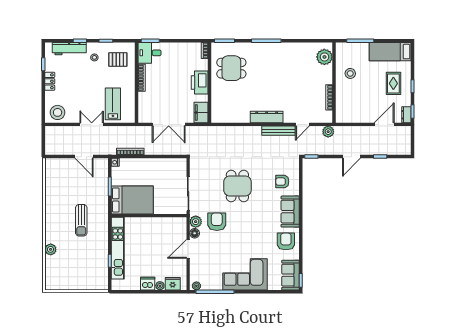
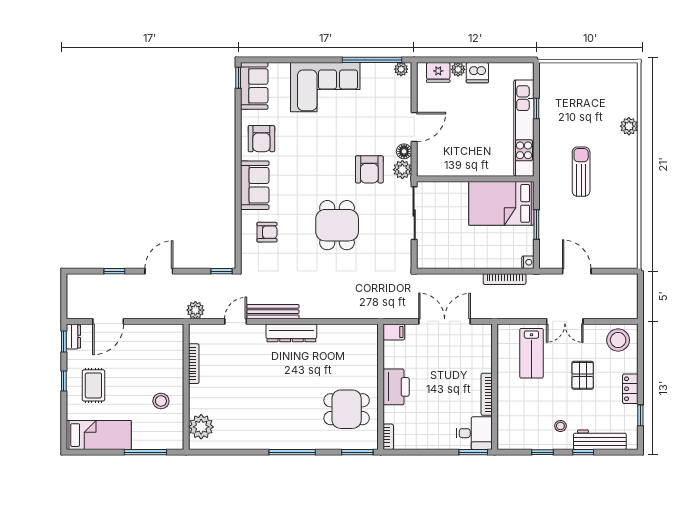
pallet: (118, 59) -> (583, 375), moved, turned 90
filing cabinet: (201, 112) -> (394, 332), width x0.50

